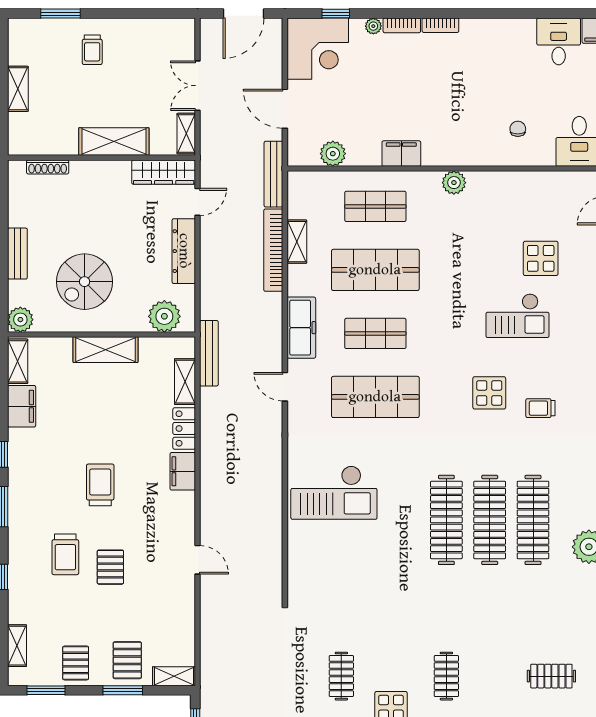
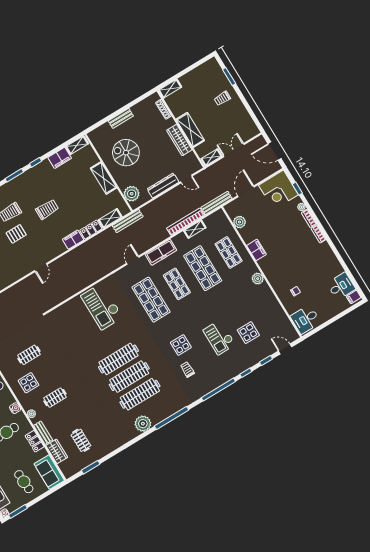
shelving: (18, 89) -> (170, 89), moved
wardrobe: (164, 172) -> (179, 140), moved
plant: (20, 320) -> (95, 136), removed

